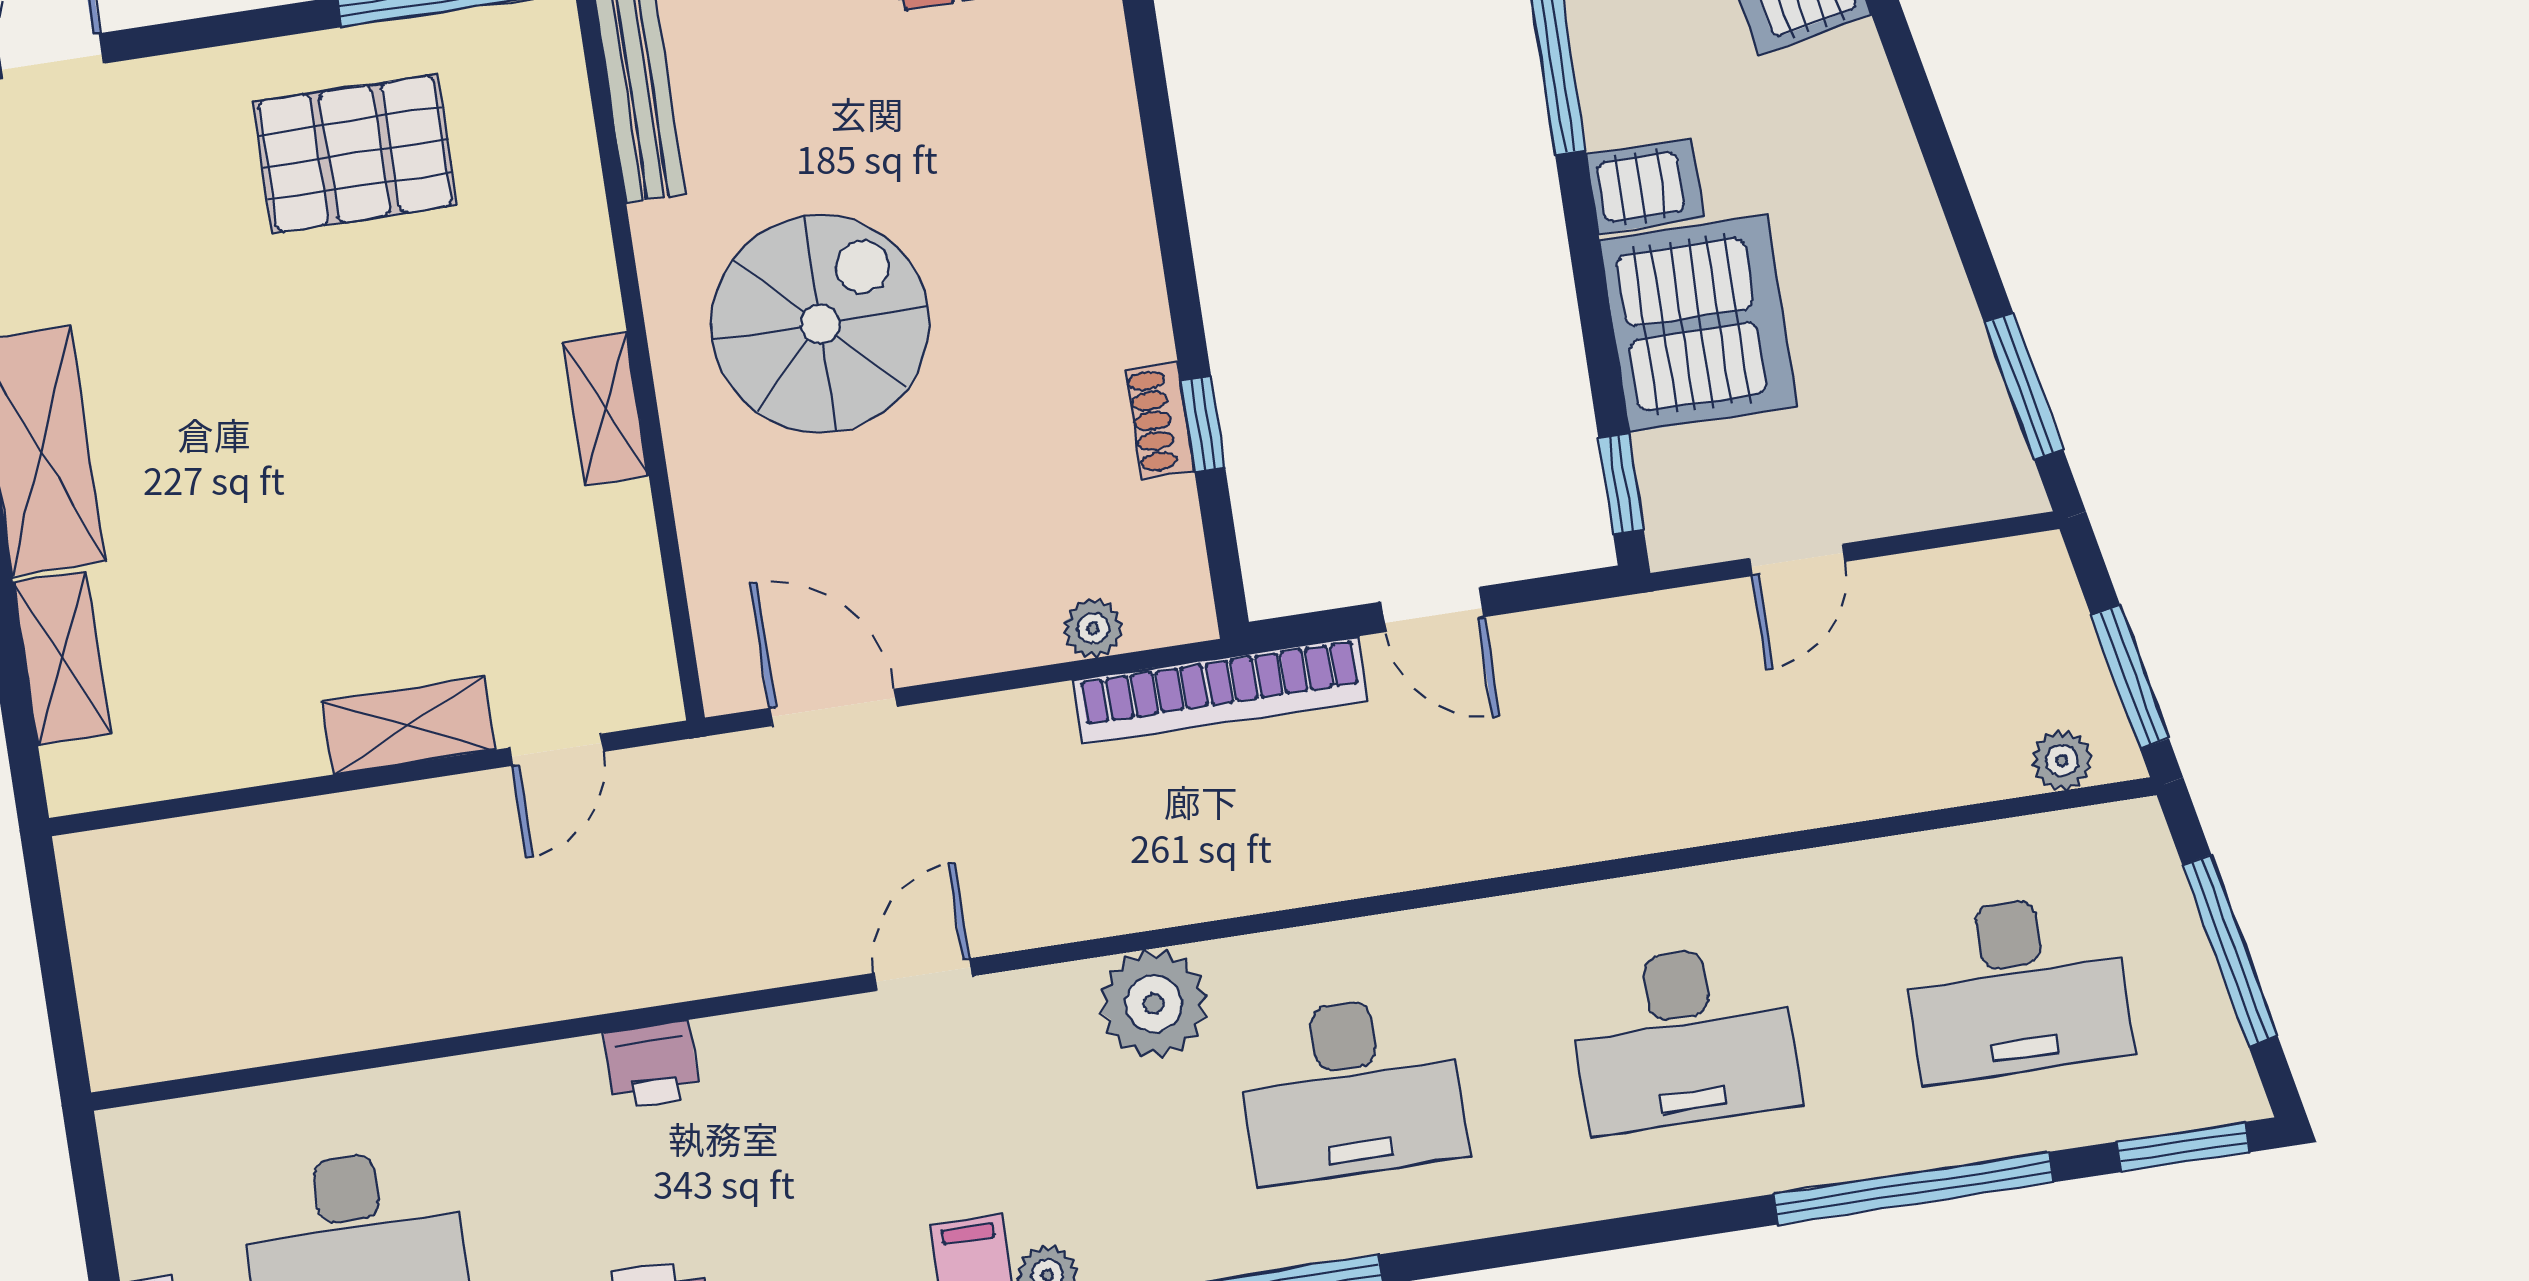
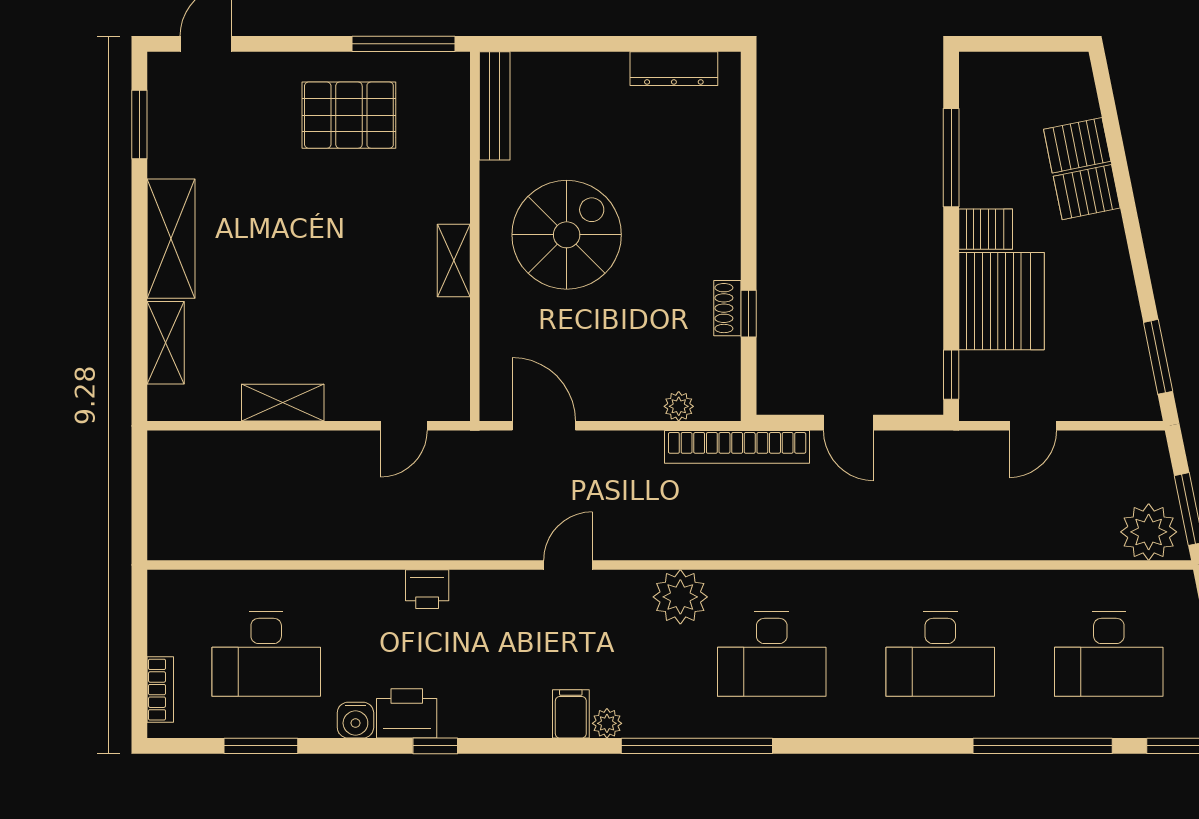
server rack: (1833, 83) -> (1087, 192), added
shelving: (409, 726) -> (283, 403), moved
plant: (2062, 760) -> (1149, 532), width x1.87, depth x1.87

